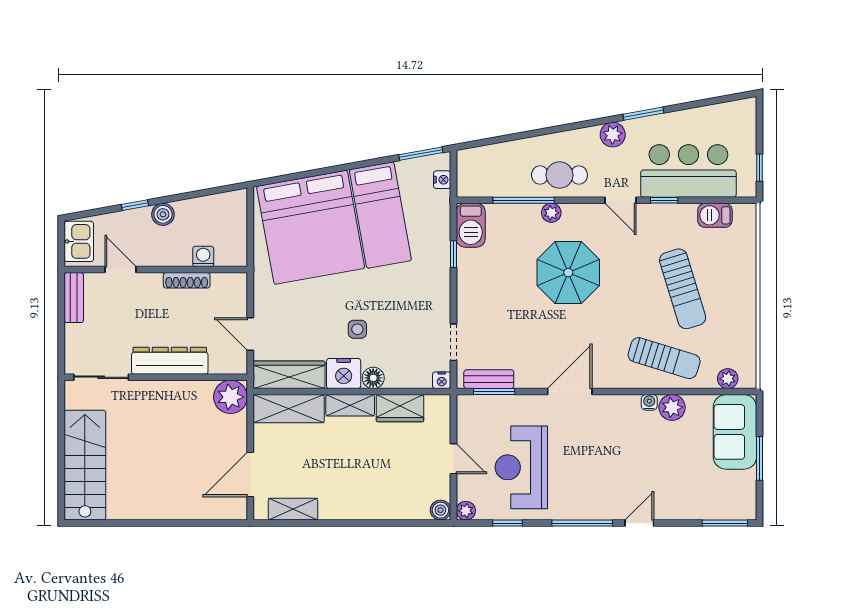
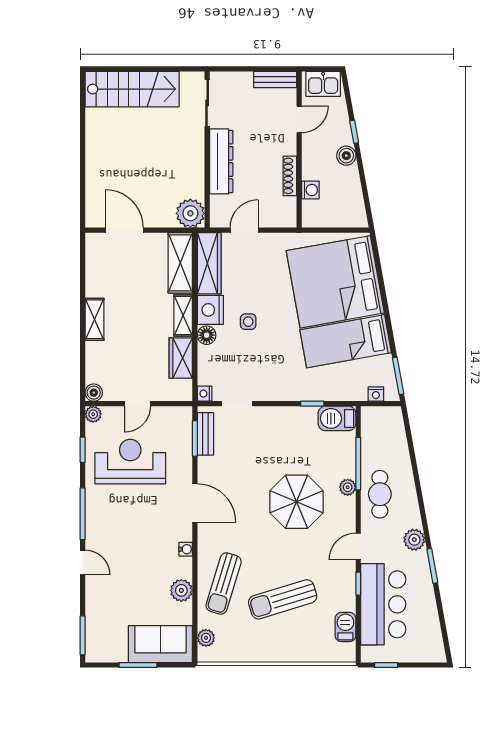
water cooler: (649, 402) -> (186, 549), moved
shelving: (293, 509) -> (95, 319), moved

